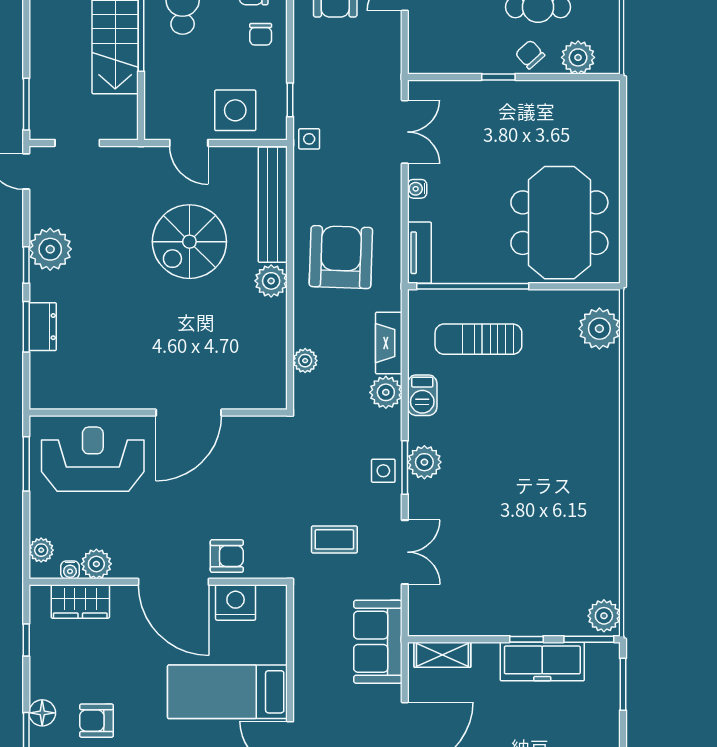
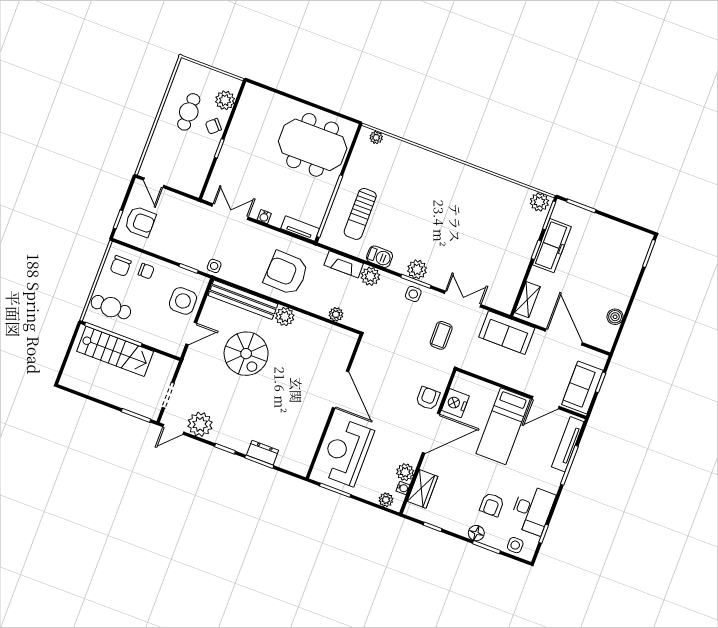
plant: (50, 249) -> (200, 424), moved
plant: (599, 329) -> (376, 137), width x0.53, depth x0.53

